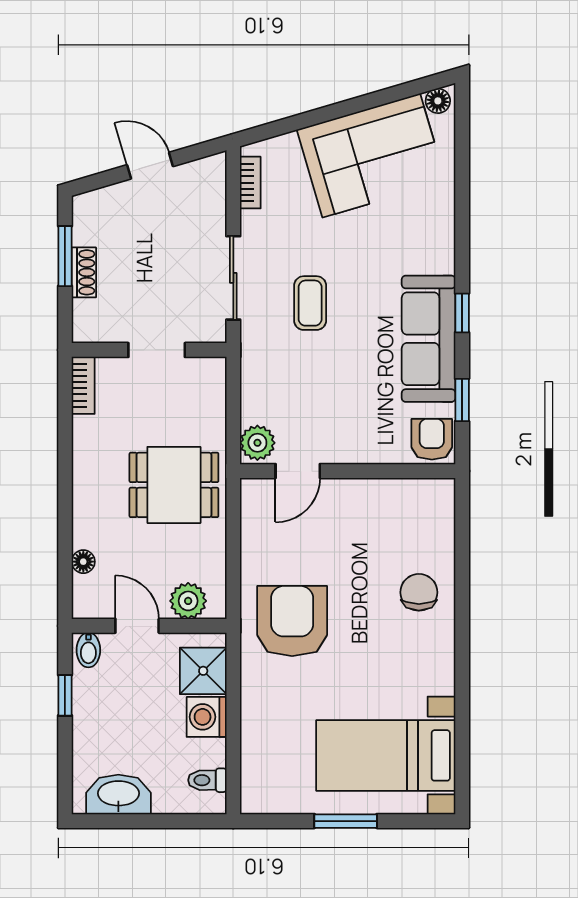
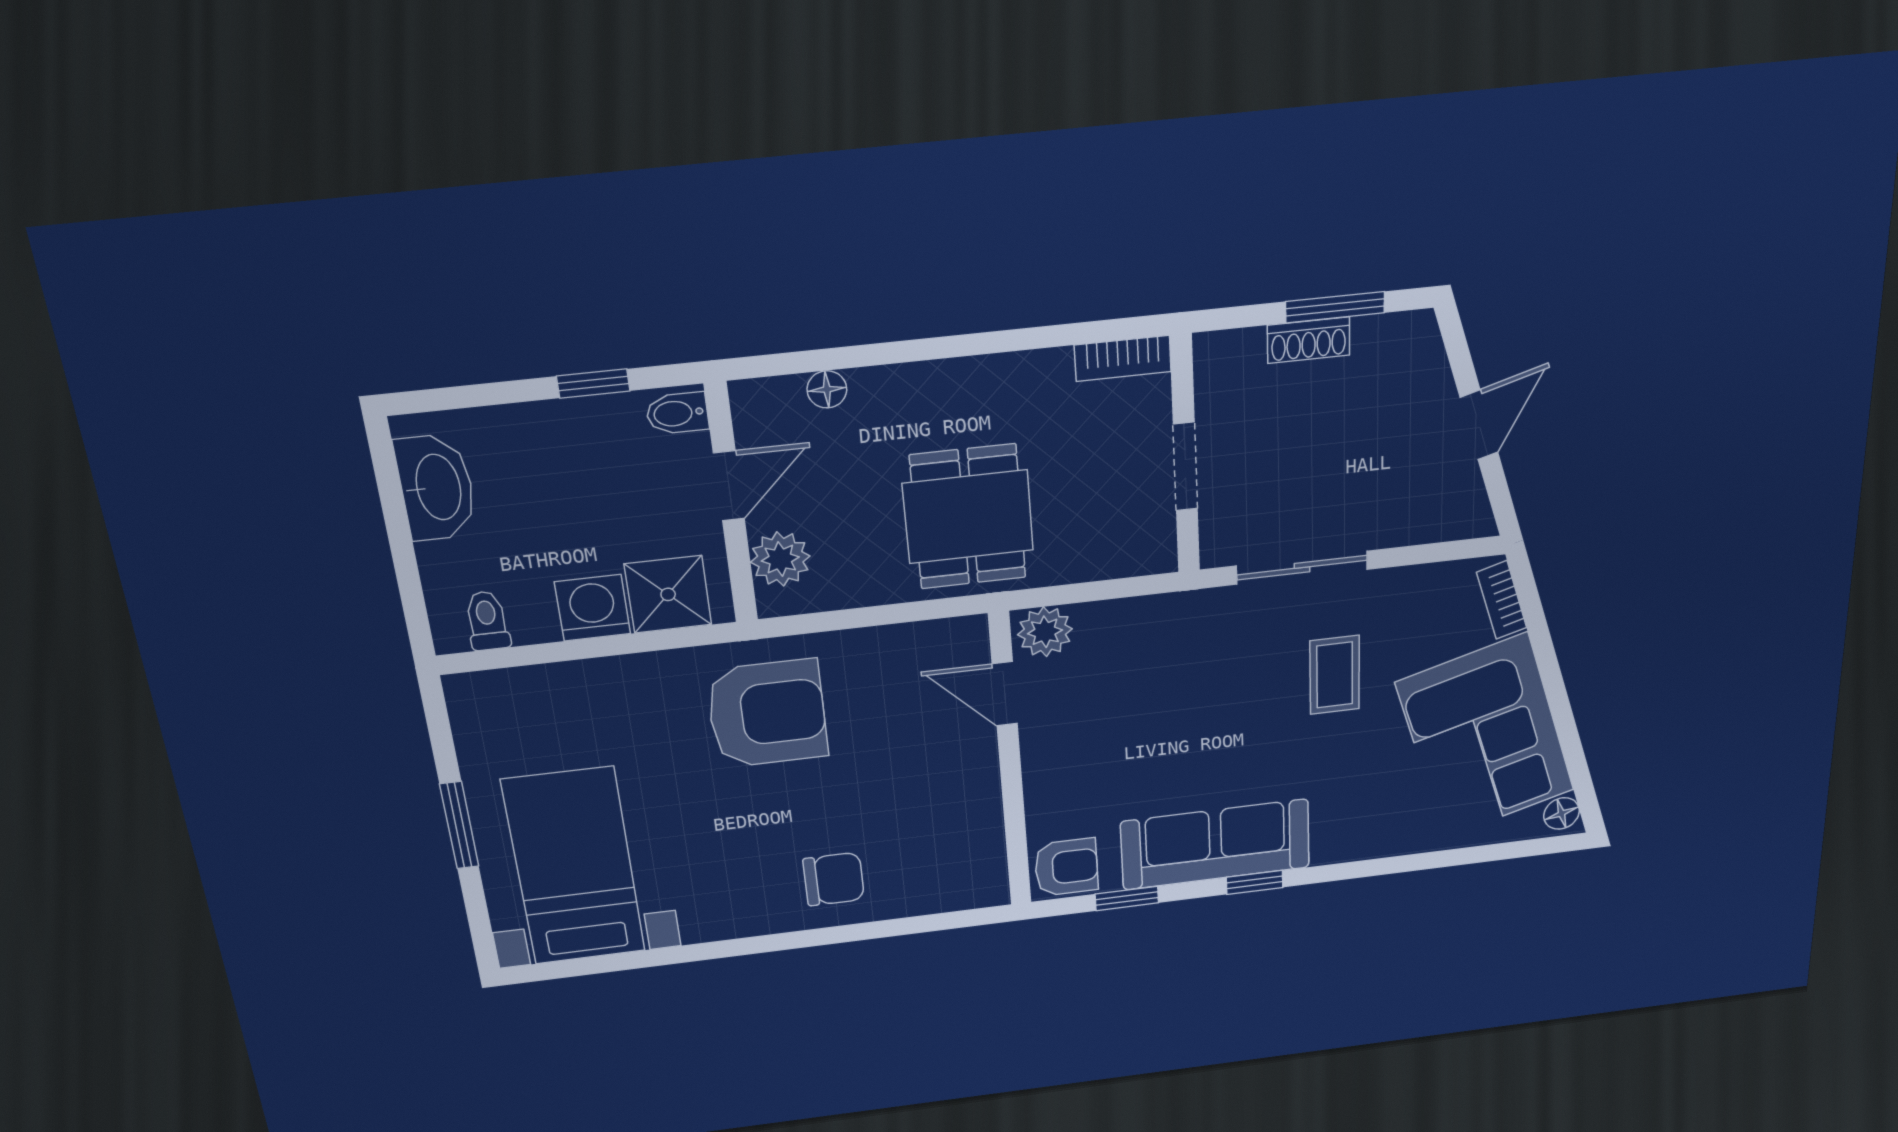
bookcase: (250, 183) -> (1502, 600), moved, turned 74
coffee table: (310, 303) -> (1335, 675), moved, turned 90

